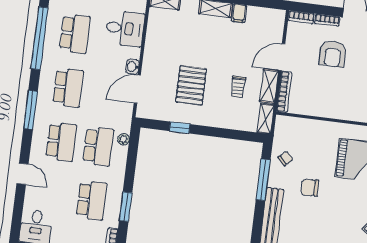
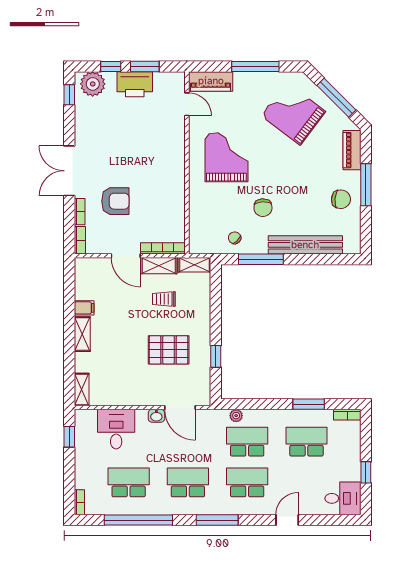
trolley: (238, 87) -> (164, 299), turned 180

